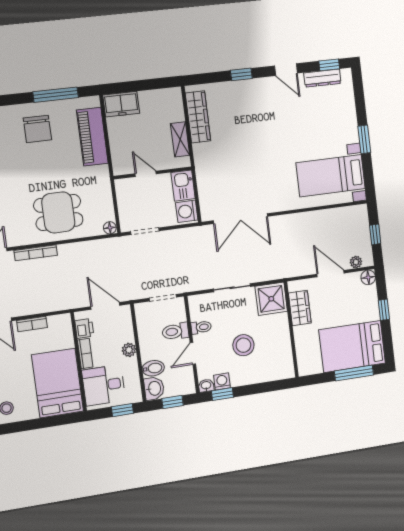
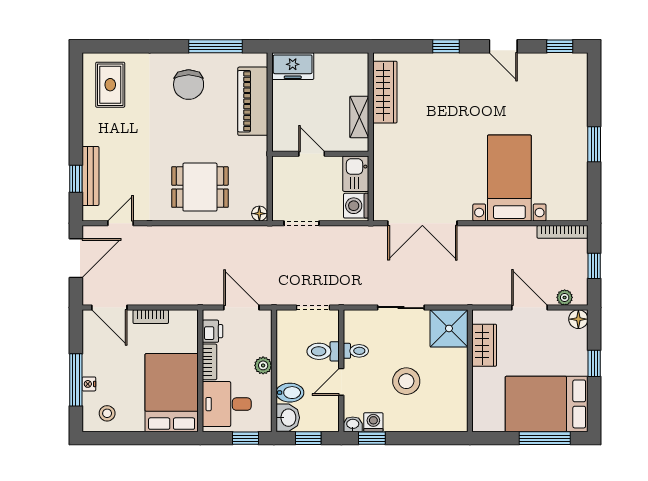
dresser: (322, 78) -> (549, 62), removed
bed with nightstands: (331, 176) -> (509, 178), moved, turned 90
bookcase: (36, 253) -> (563, 232), moved

